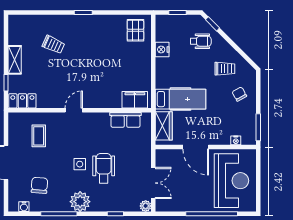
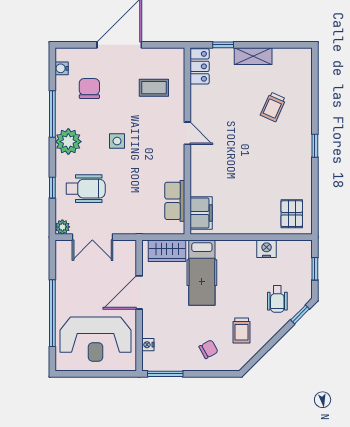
pallet: (135, 30) -> (292, 214), turned 90
wheelchair: (104, 168) -> (86, 189), moved
chair: (39, 185) -> (89, 89), turned -94

